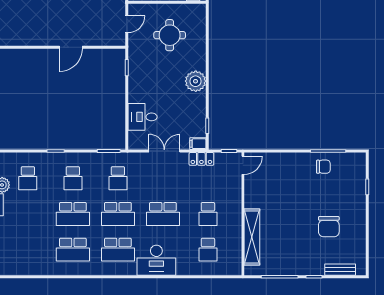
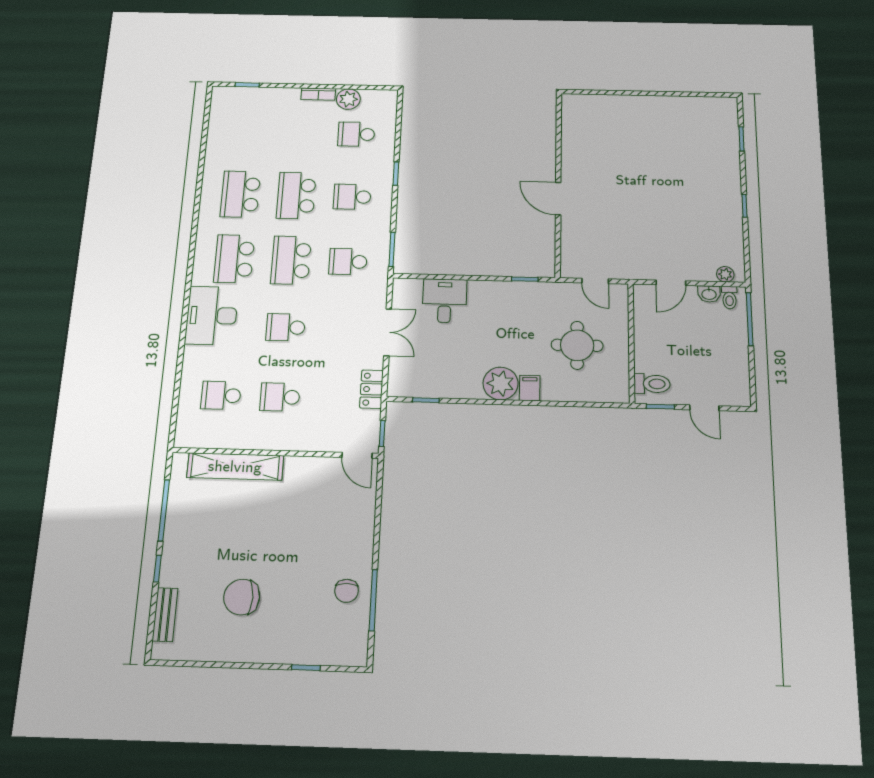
filing cabinet: (198, 144) -> (530, 388), moved
school desk: (163, 214) -> (286, 327), width x0.54

